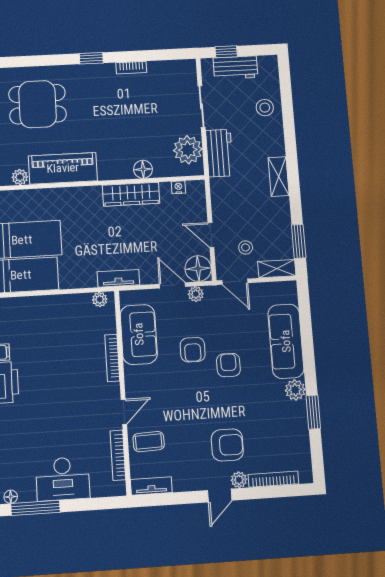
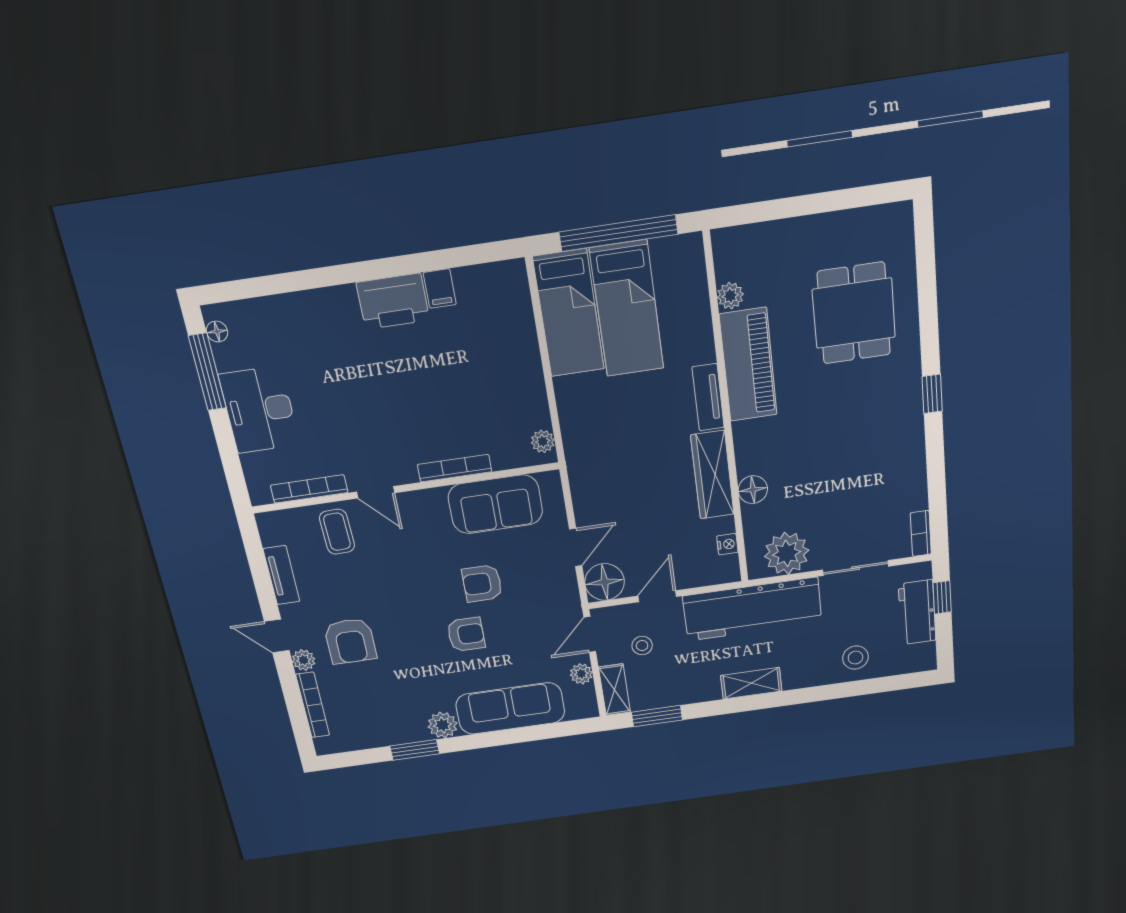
bookcase: (131, 68) -> (921, 534), moved
workbench: (220, 153) -> (752, 609), width x1.88, depth x1.32
tv unit: (118, 278) -> (708, 397), moved, turned 180
plant: (196, 294) -> (581, 674), moved
tv unit: (151, 486) -> (281, 575), moved

